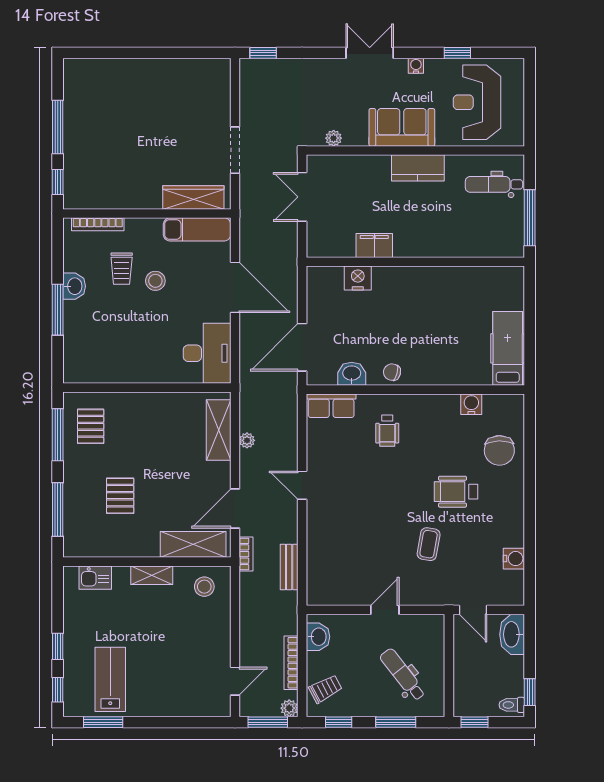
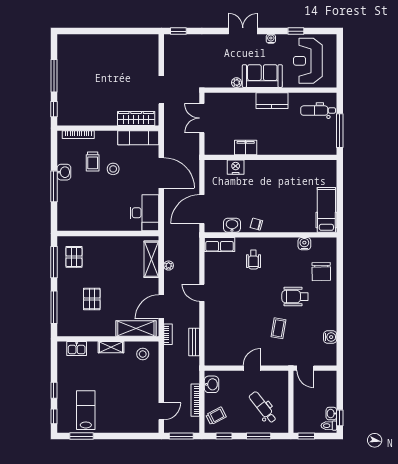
plant: (334, 138) -> (237, 83), moved
washbasin: (512, 634) -> (331, 414), moved, width x0.52, depth x0.69
plant: (289, 708) -> (194, 428), removed

